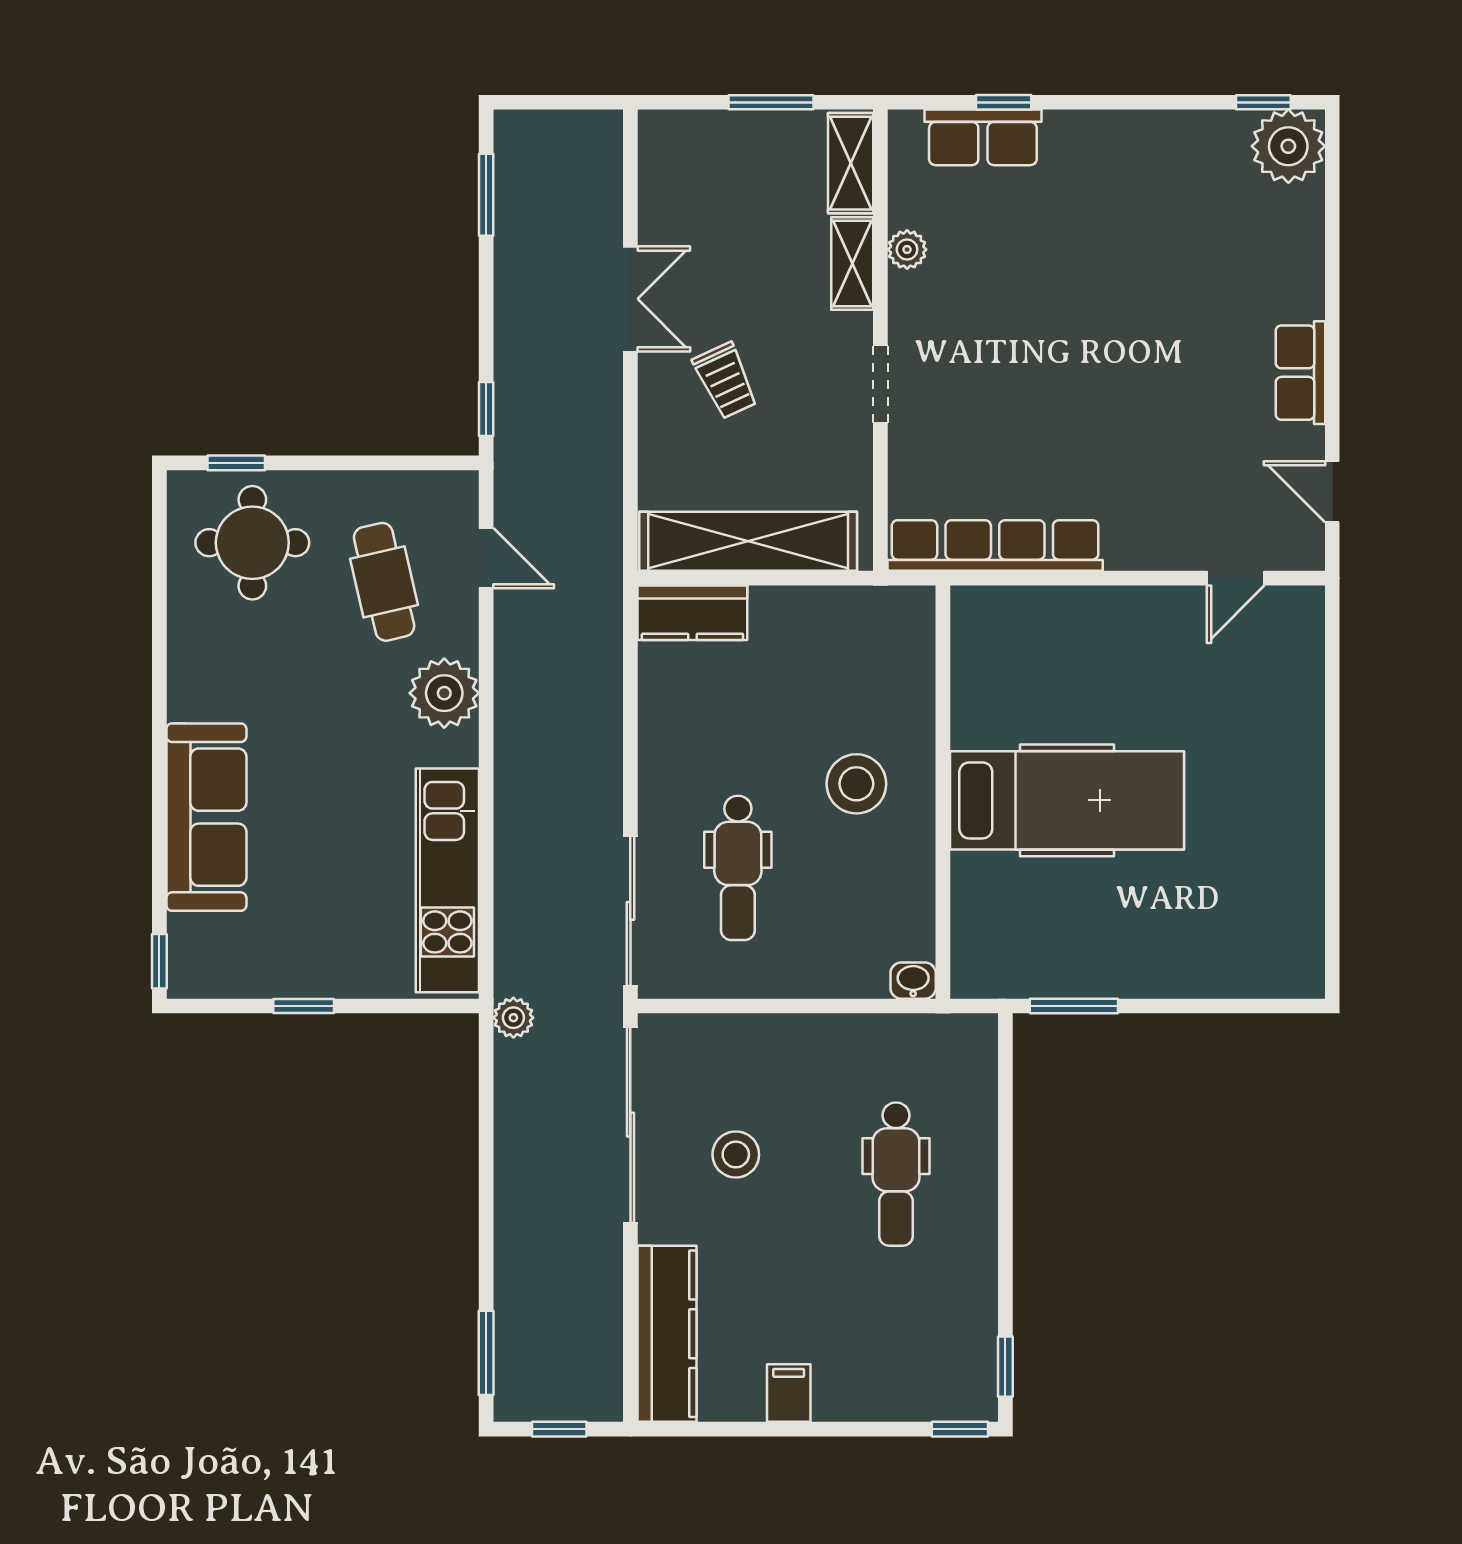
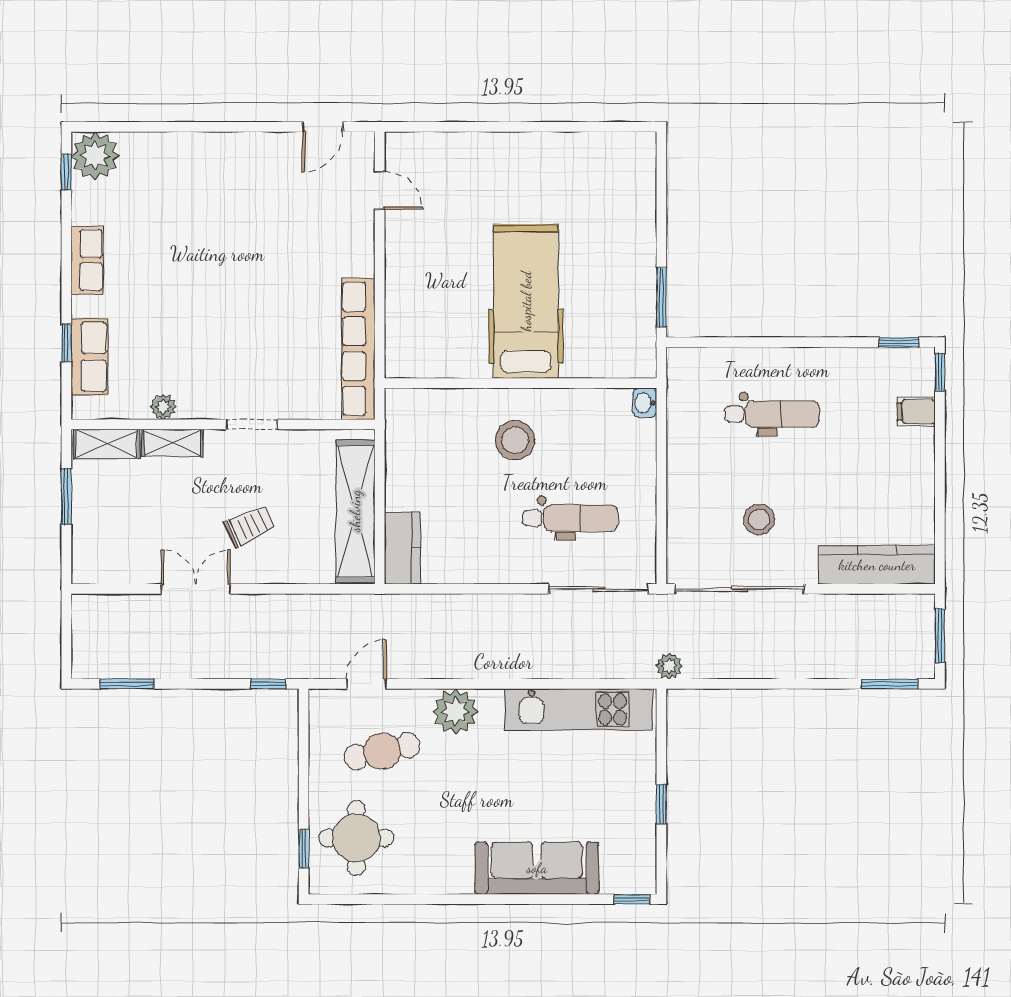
row of seats: (1300, 373) -> (87, 260), moved, turned -90
filing cabinet: (789, 1393) -> (916, 412), moved
window: (559, 1429) -> (940, 636), width x1.50

